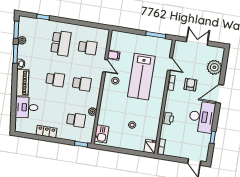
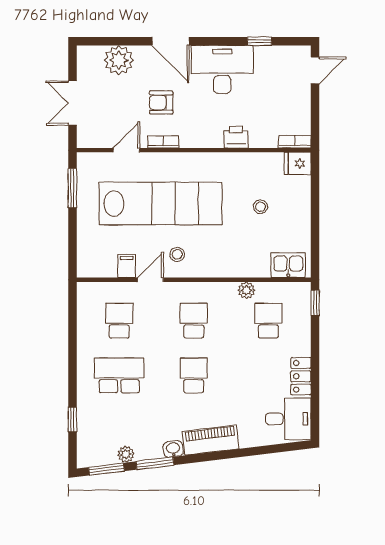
lab bench: (141, 77) -> (161, 204), width x1.36
desk: (27, 107) -> (288, 419), moved, turned -83

